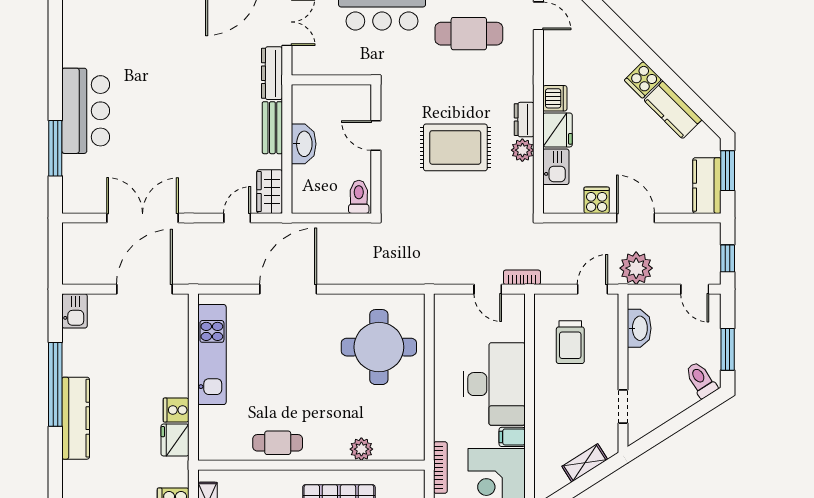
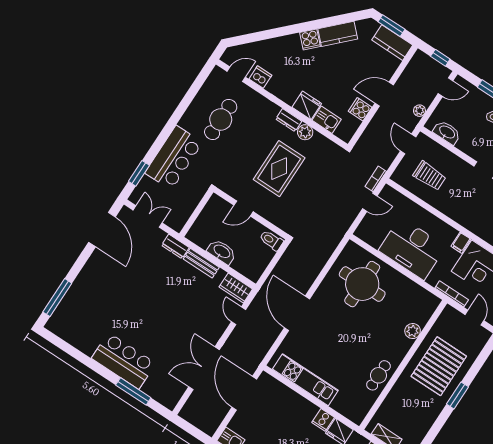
dresser: (272, 73) -> (175, 246), width x0.70
dishwasher: (555, 98) -> (260, 77), moved
plant: (636, 268) -> (419, 111), width x0.53, depth x0.53
desk: (494, 384) -> (412, 248), moved, turned 180

